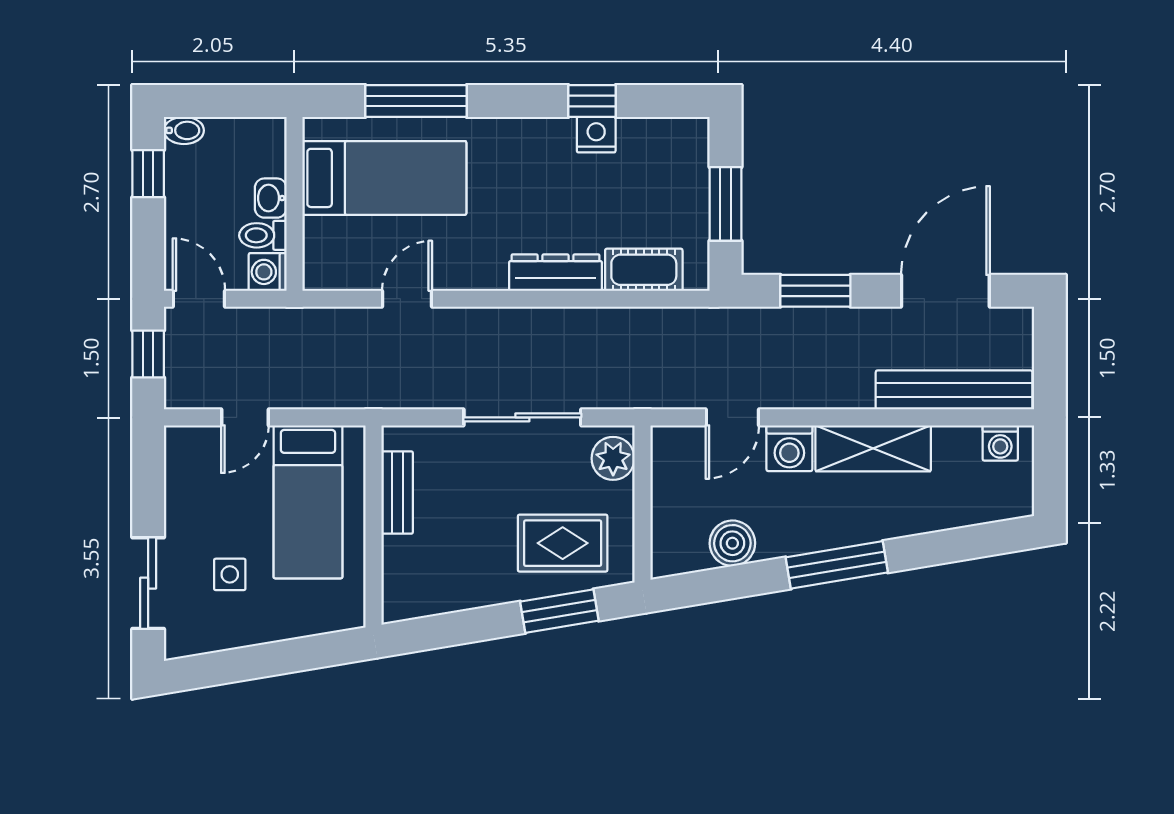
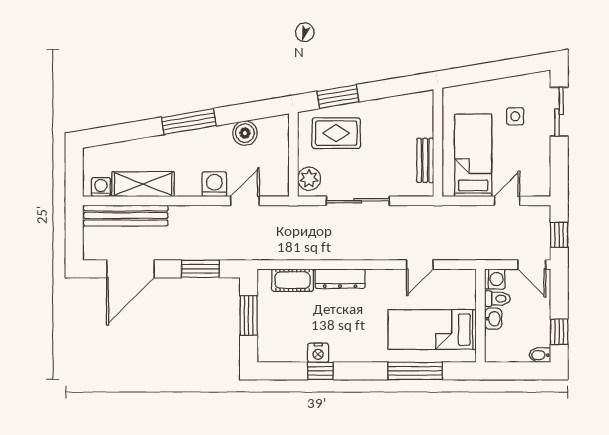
shelving: (873, 448) -> (143, 184), moved

